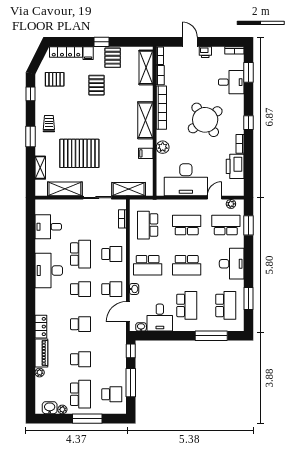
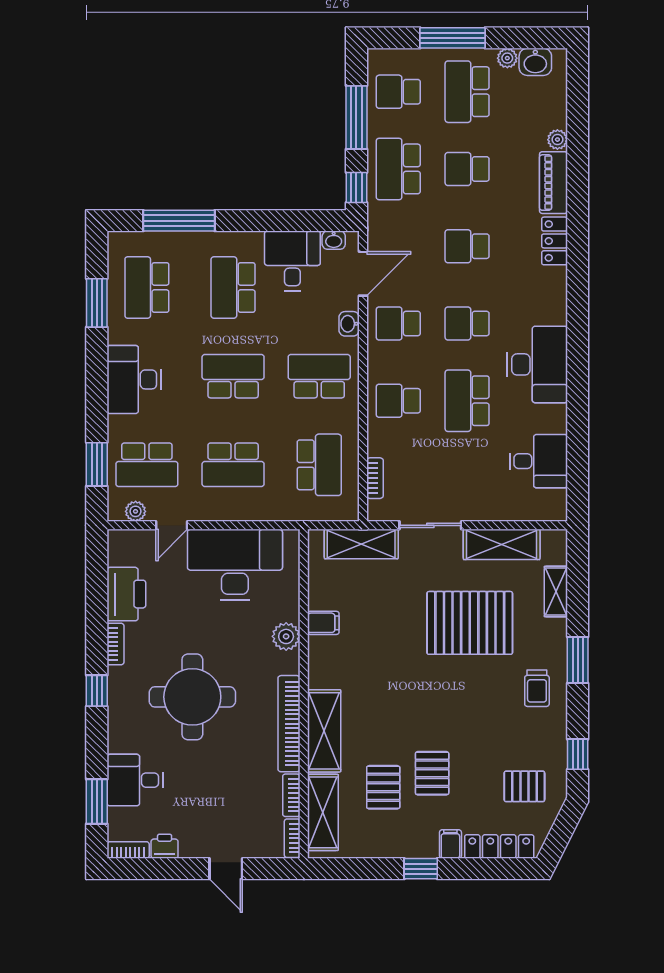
printer: (205, 52) -> (165, 846), moved
pallet: (113, 58) -> (383, 787), moved
shelving: (145, 120) -> (324, 731), moved
round table: (205, 120) -> (192, 697), turned 35
school desk: (112, 359) -> (398, 169), added

